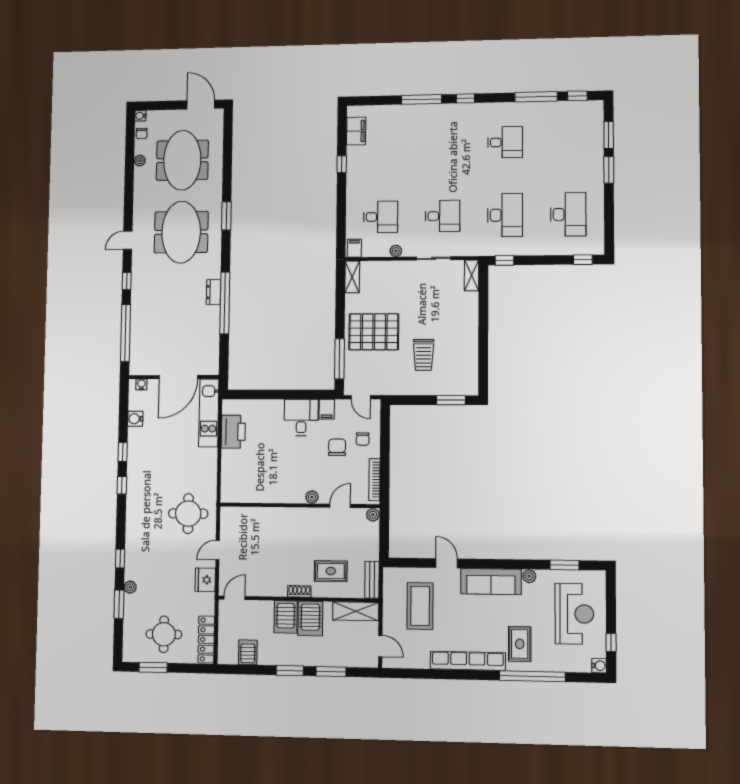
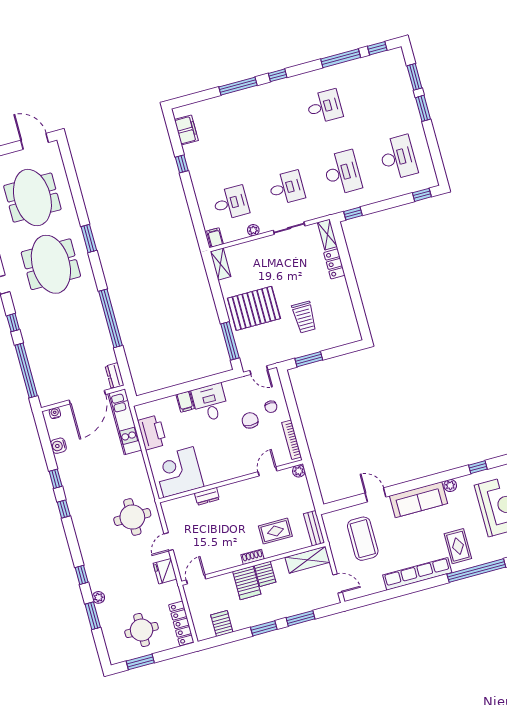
dresser: (213, 292) -> (115, 376), moved
locker: (470, 308) -> (334, 264), added
window: (451, 400) -> (309, 359), moved
filing cabinet: (327, 409) -> (185, 402), moved
corner desk: (248, 480) -> (179, 472), added
plant: (312, 497) -> (240, 471), removed
dresser: (270, 514) -> (207, 496), added
window: (564, 565) -> (478, 467), width x0.67
server rack: (310, 618) -> (265, 574), width x0.73, depth x0.70

